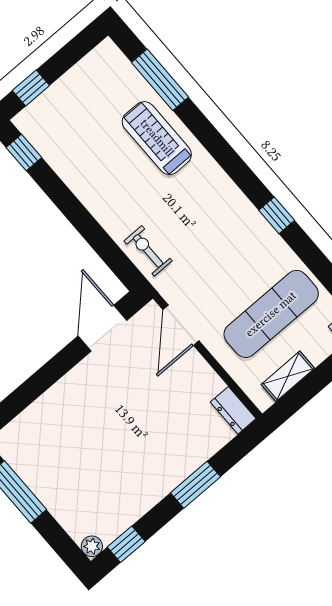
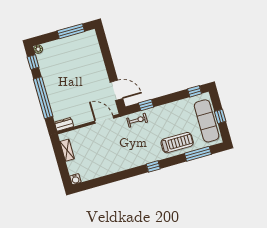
window: (31, 88) -> (220, 116), moved
window: (277, 215) -> (153, 166), moved
window: (105, 247) -> (146, 105), added
exercise mat: (271, 314) -> (207, 121), moved
window: (195, 485) -> (43, 98), width x2.11

